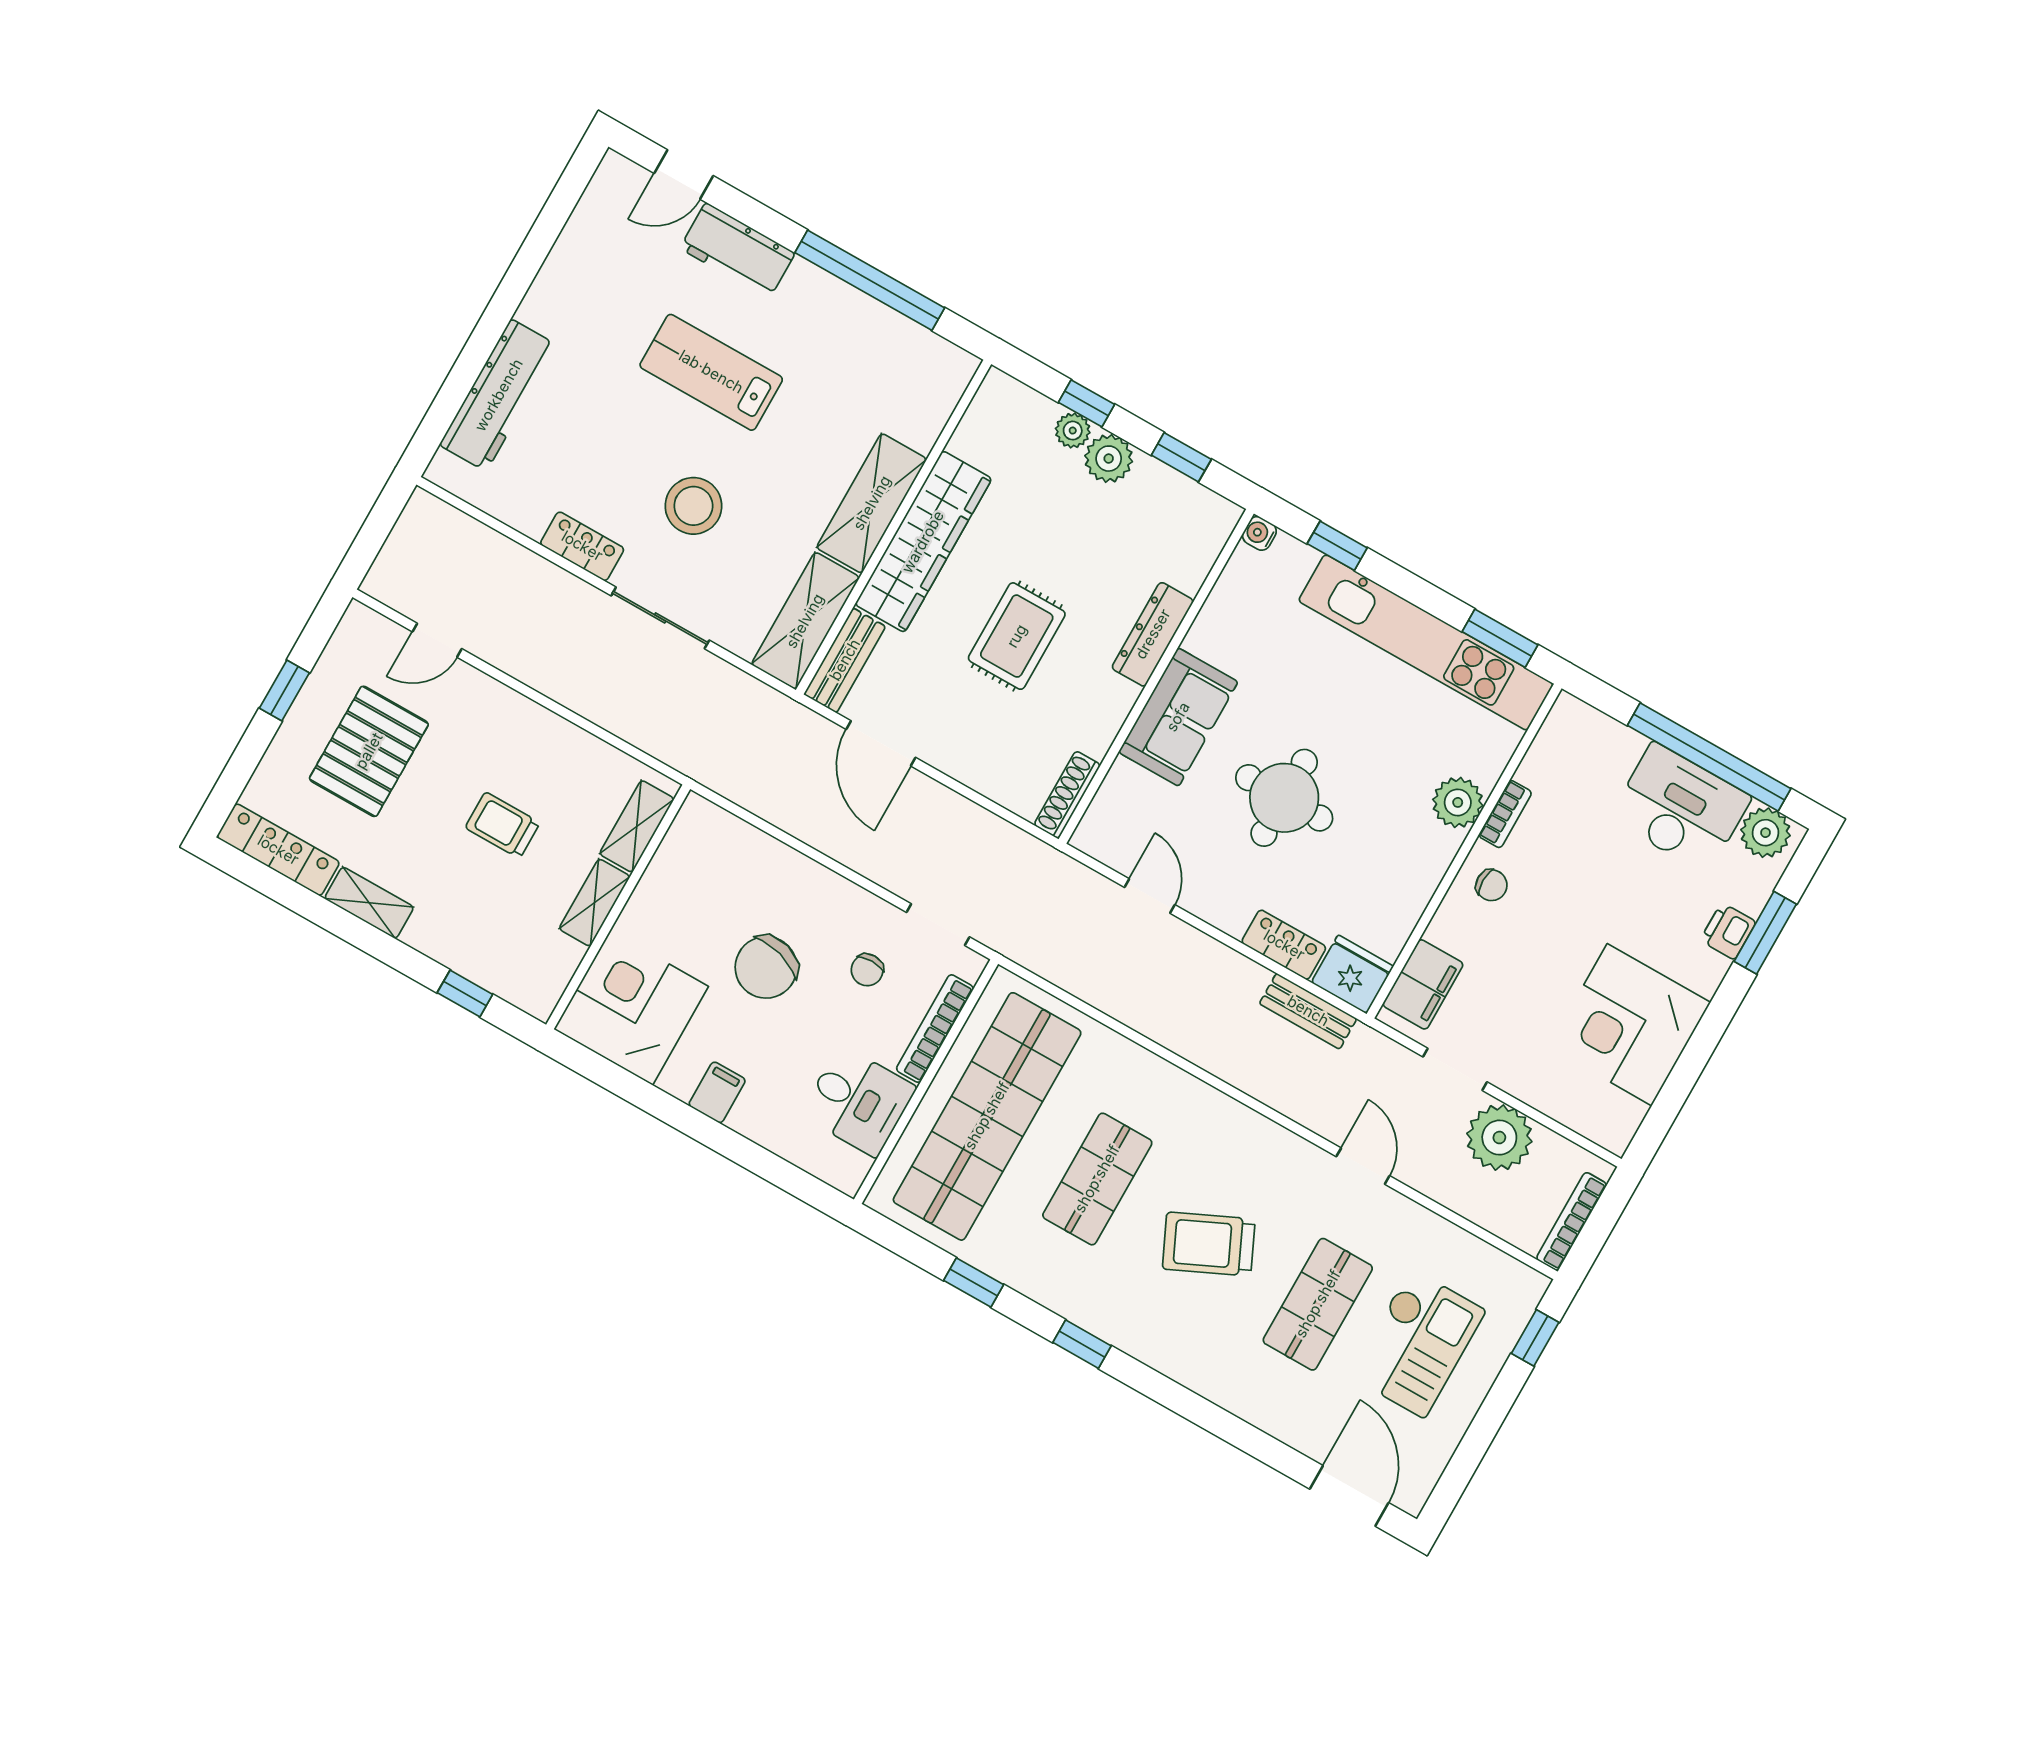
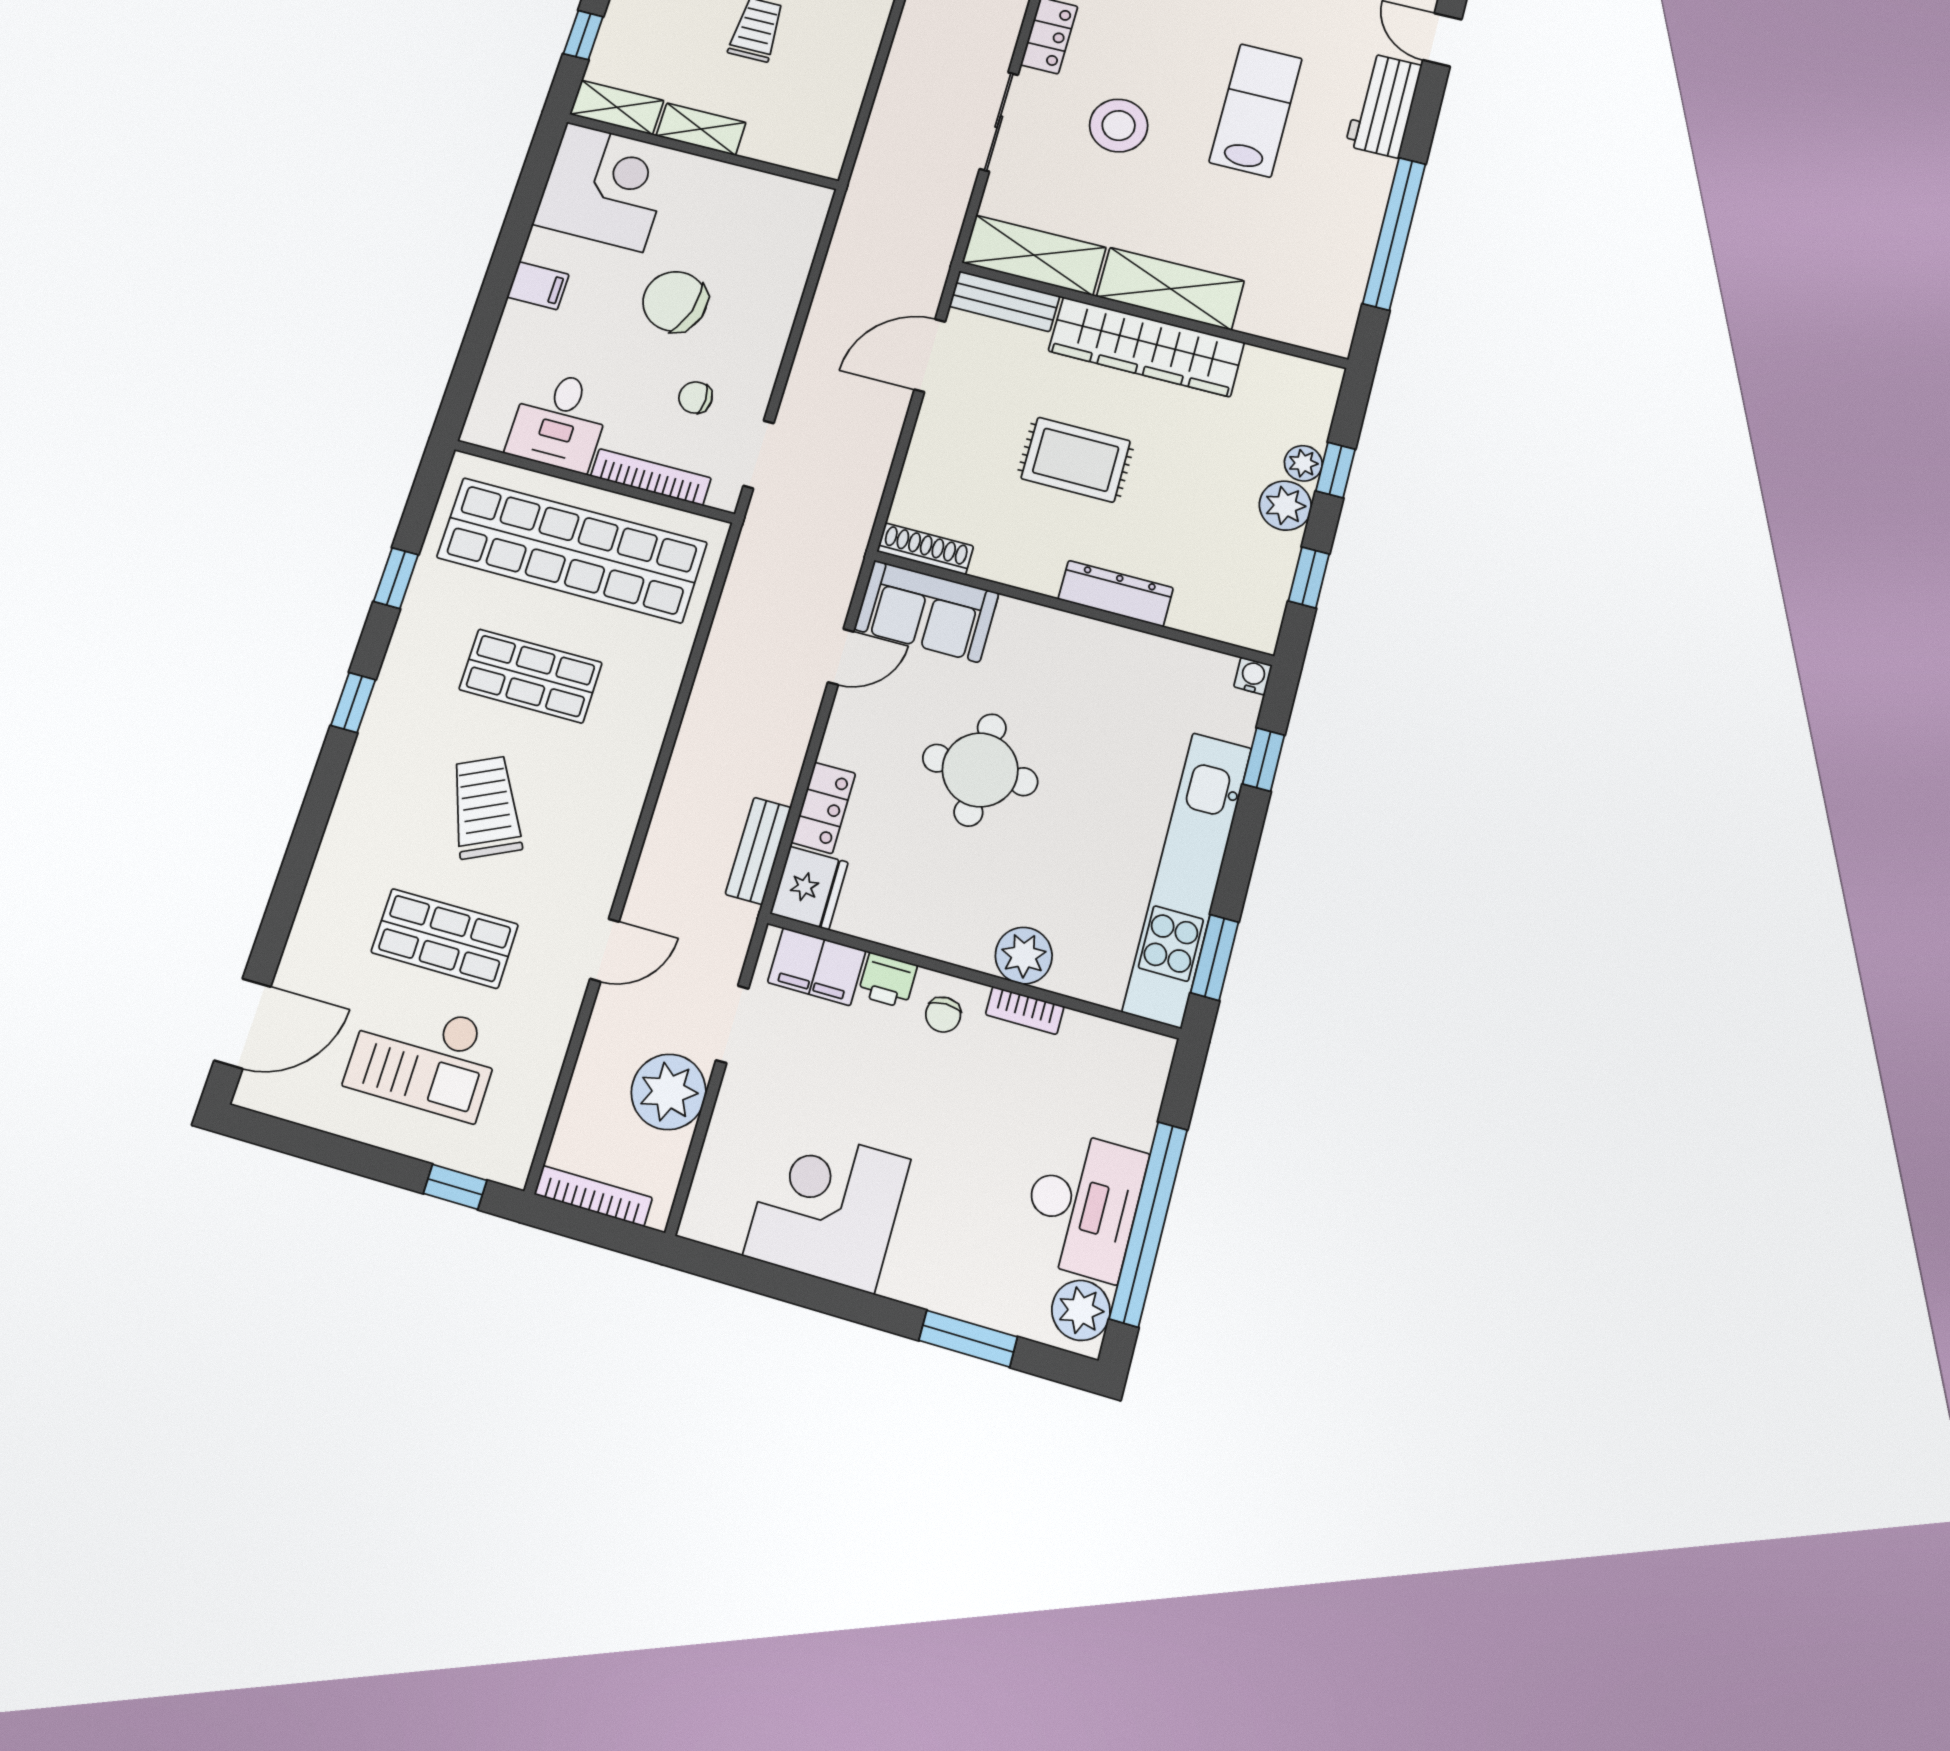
sofa: (1178, 717) -> (926, 611), moved
shelving: (637, 826) -> (617, 107), moved
printer: (1728, 931) -> (888, 980), moved, turned 180

